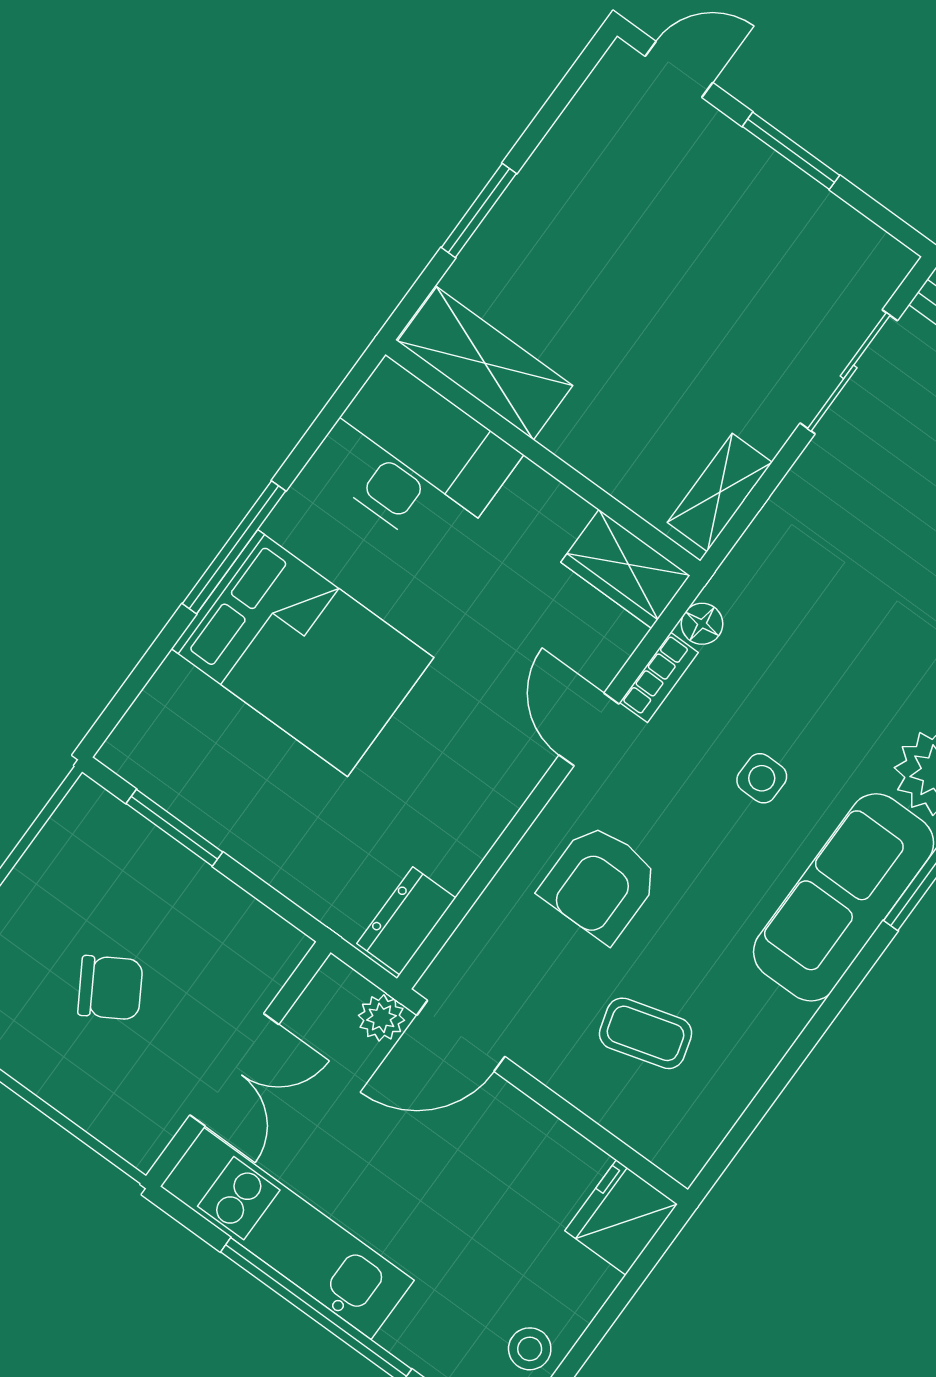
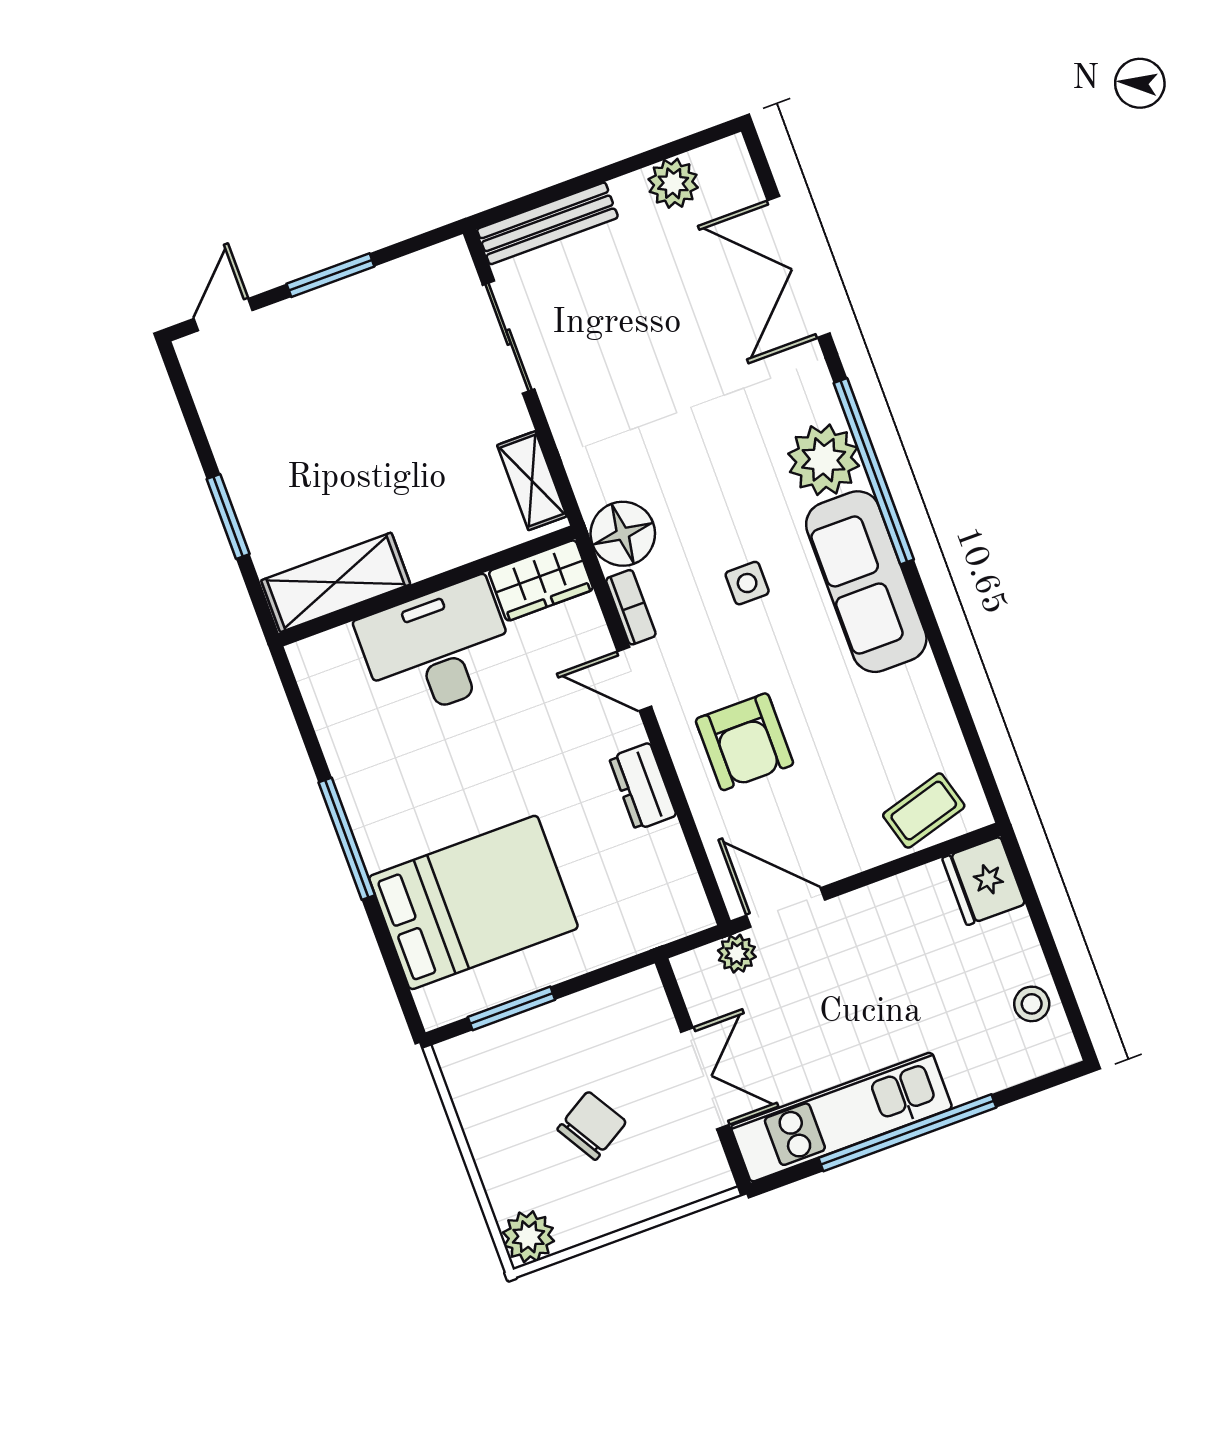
desk: (415, 459) -> (437, 649), moved
floor lamp: (702, 624) -> (623, 534), width x1.89, depth x1.89
bed: (303, 653) -> (473, 902), moved
dresser: (406, 921) -> (643, 786), moved
coffee table: (646, 1033) -> (924, 811), moved
door: (461, 1036) -> (786, 908), swing flipped

